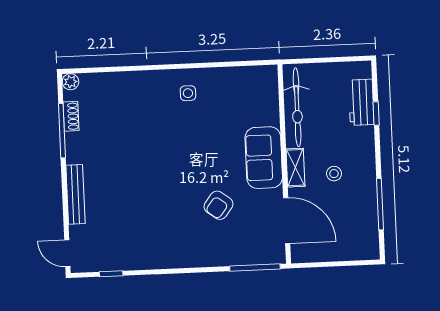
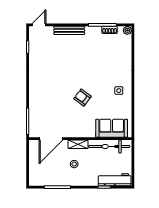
workbench: (361, 102) -> (115, 180), width x1.38
sofa: (264, 158) -> (112, 128), moved
armchair: (218, 205) -> (82, 98), moved

